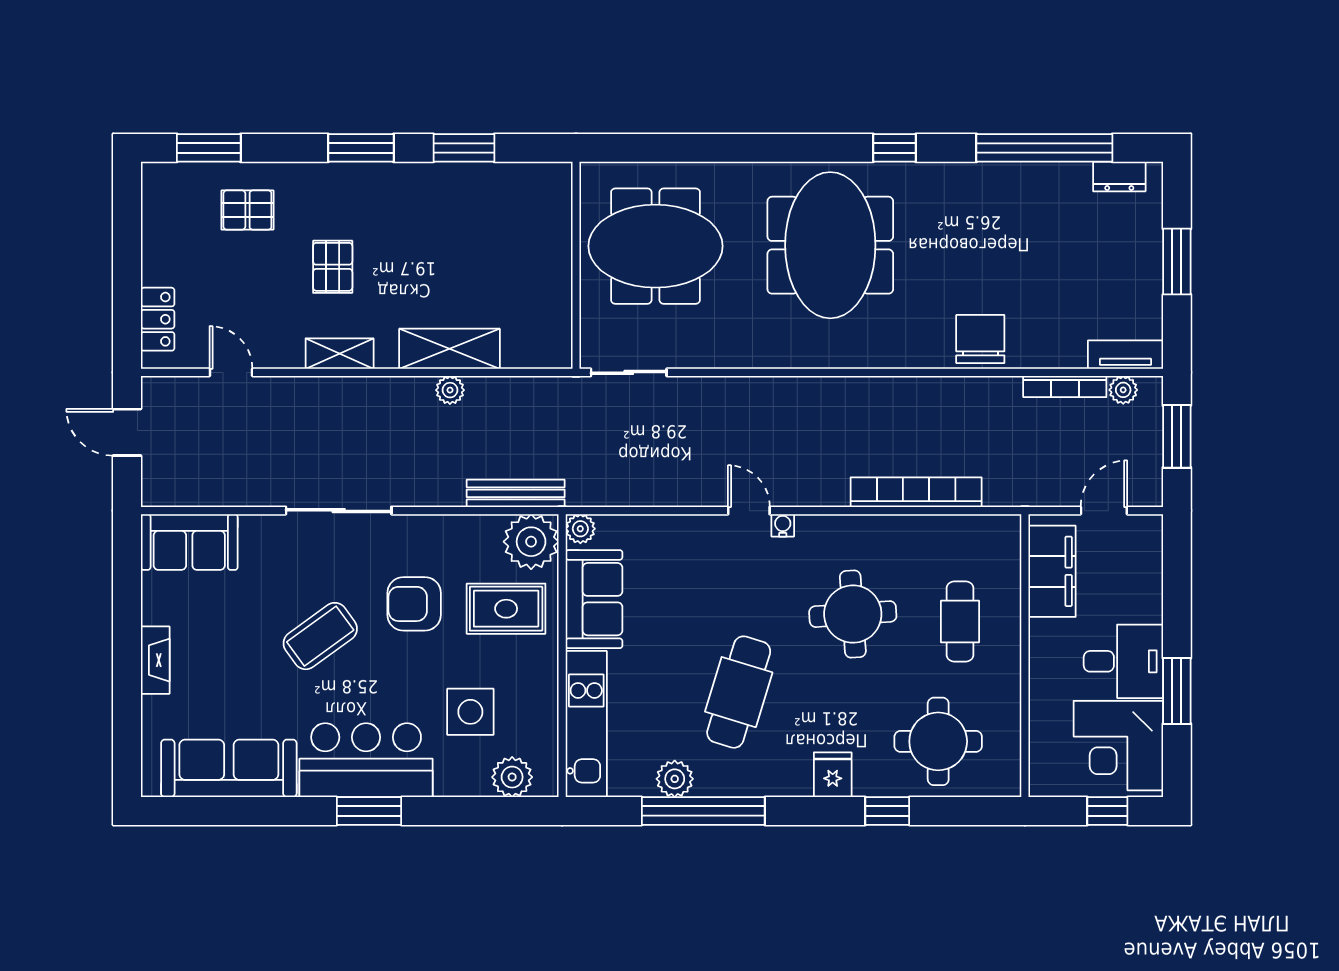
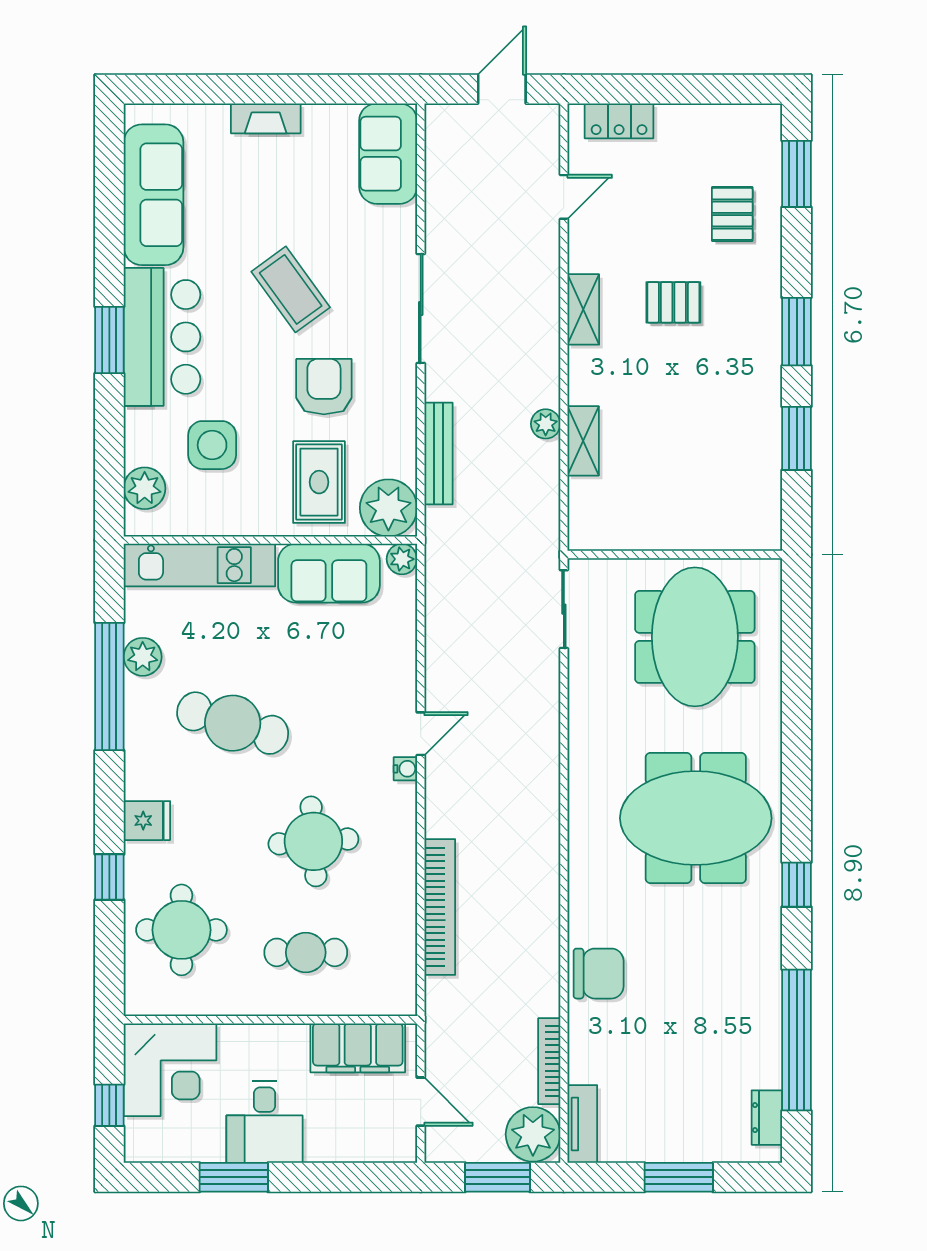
shelving: (450, 349) -> (583, 441), width x0.67, depth x0.75
plant: (1123, 390) -> (533, 1134), width x1.88, depth x1.88
bench: (516, 493) -> (439, 454), moved
corner desk: (1118, 746) -> (170, 1070), moved, turned 180

